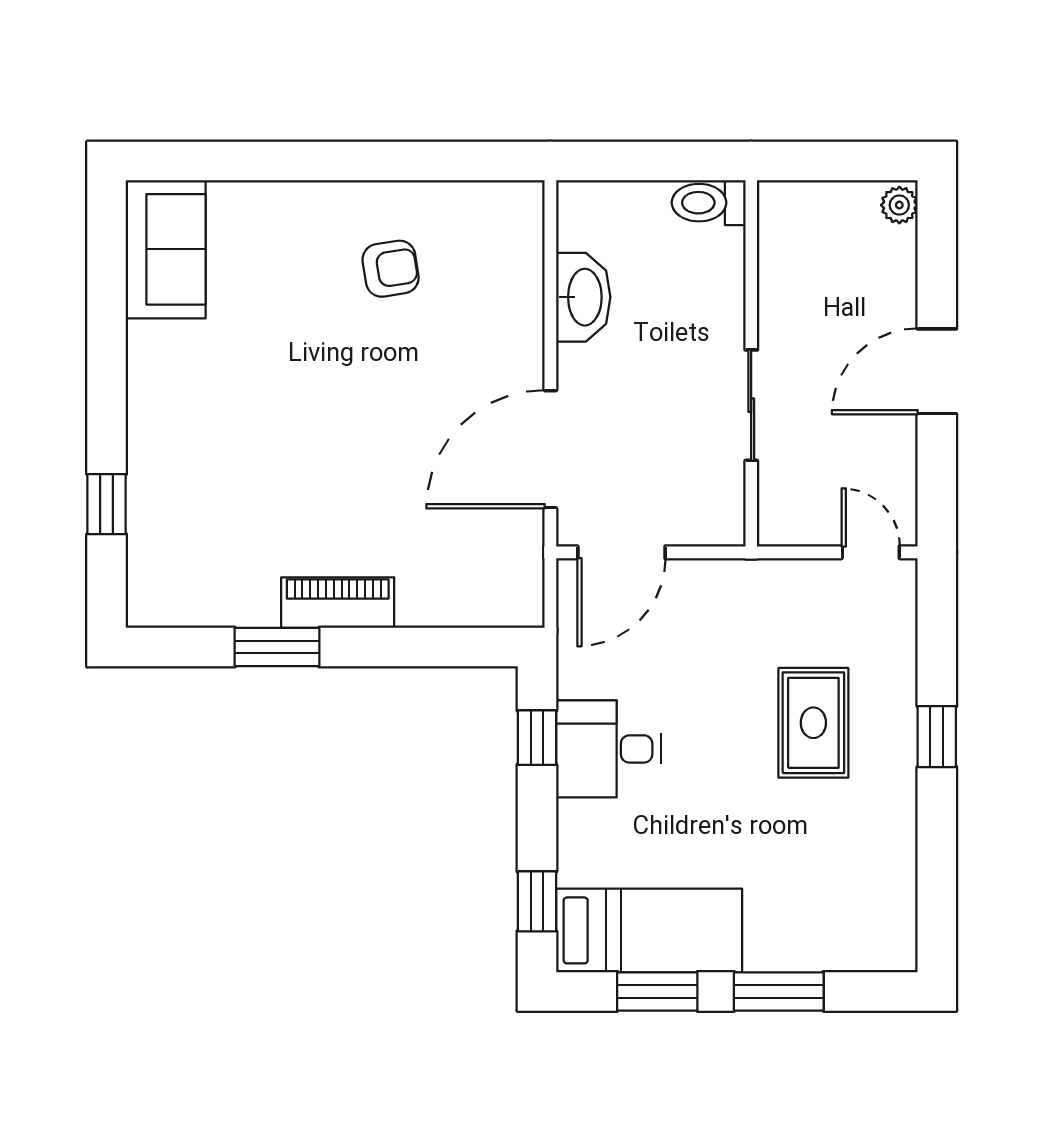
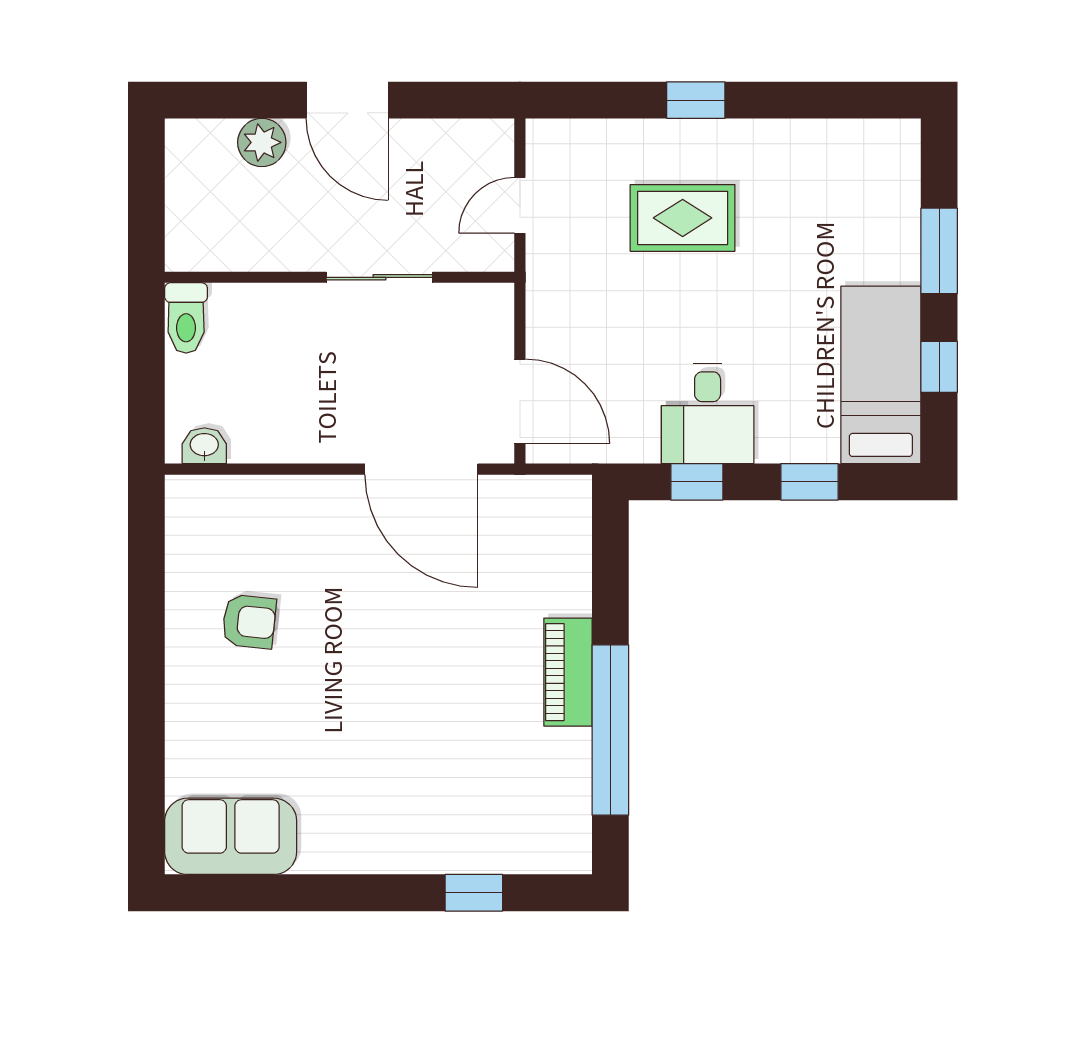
plant: (899, 205) -> (262, 142), moved, width x1.38, depth x1.38
armchair: (391, 269) -> (249, 622), turned 105
washbasin: (583, 297) -> (204, 446), moved, width x0.52, depth x0.69
door: (871, 552) -> (520, 205), moved
window: (277, 647) -> (610, 730), width x2.11
window: (537, 901) -> (809, 482), moved
window: (657, 991) -> (939, 367), width x0.67

